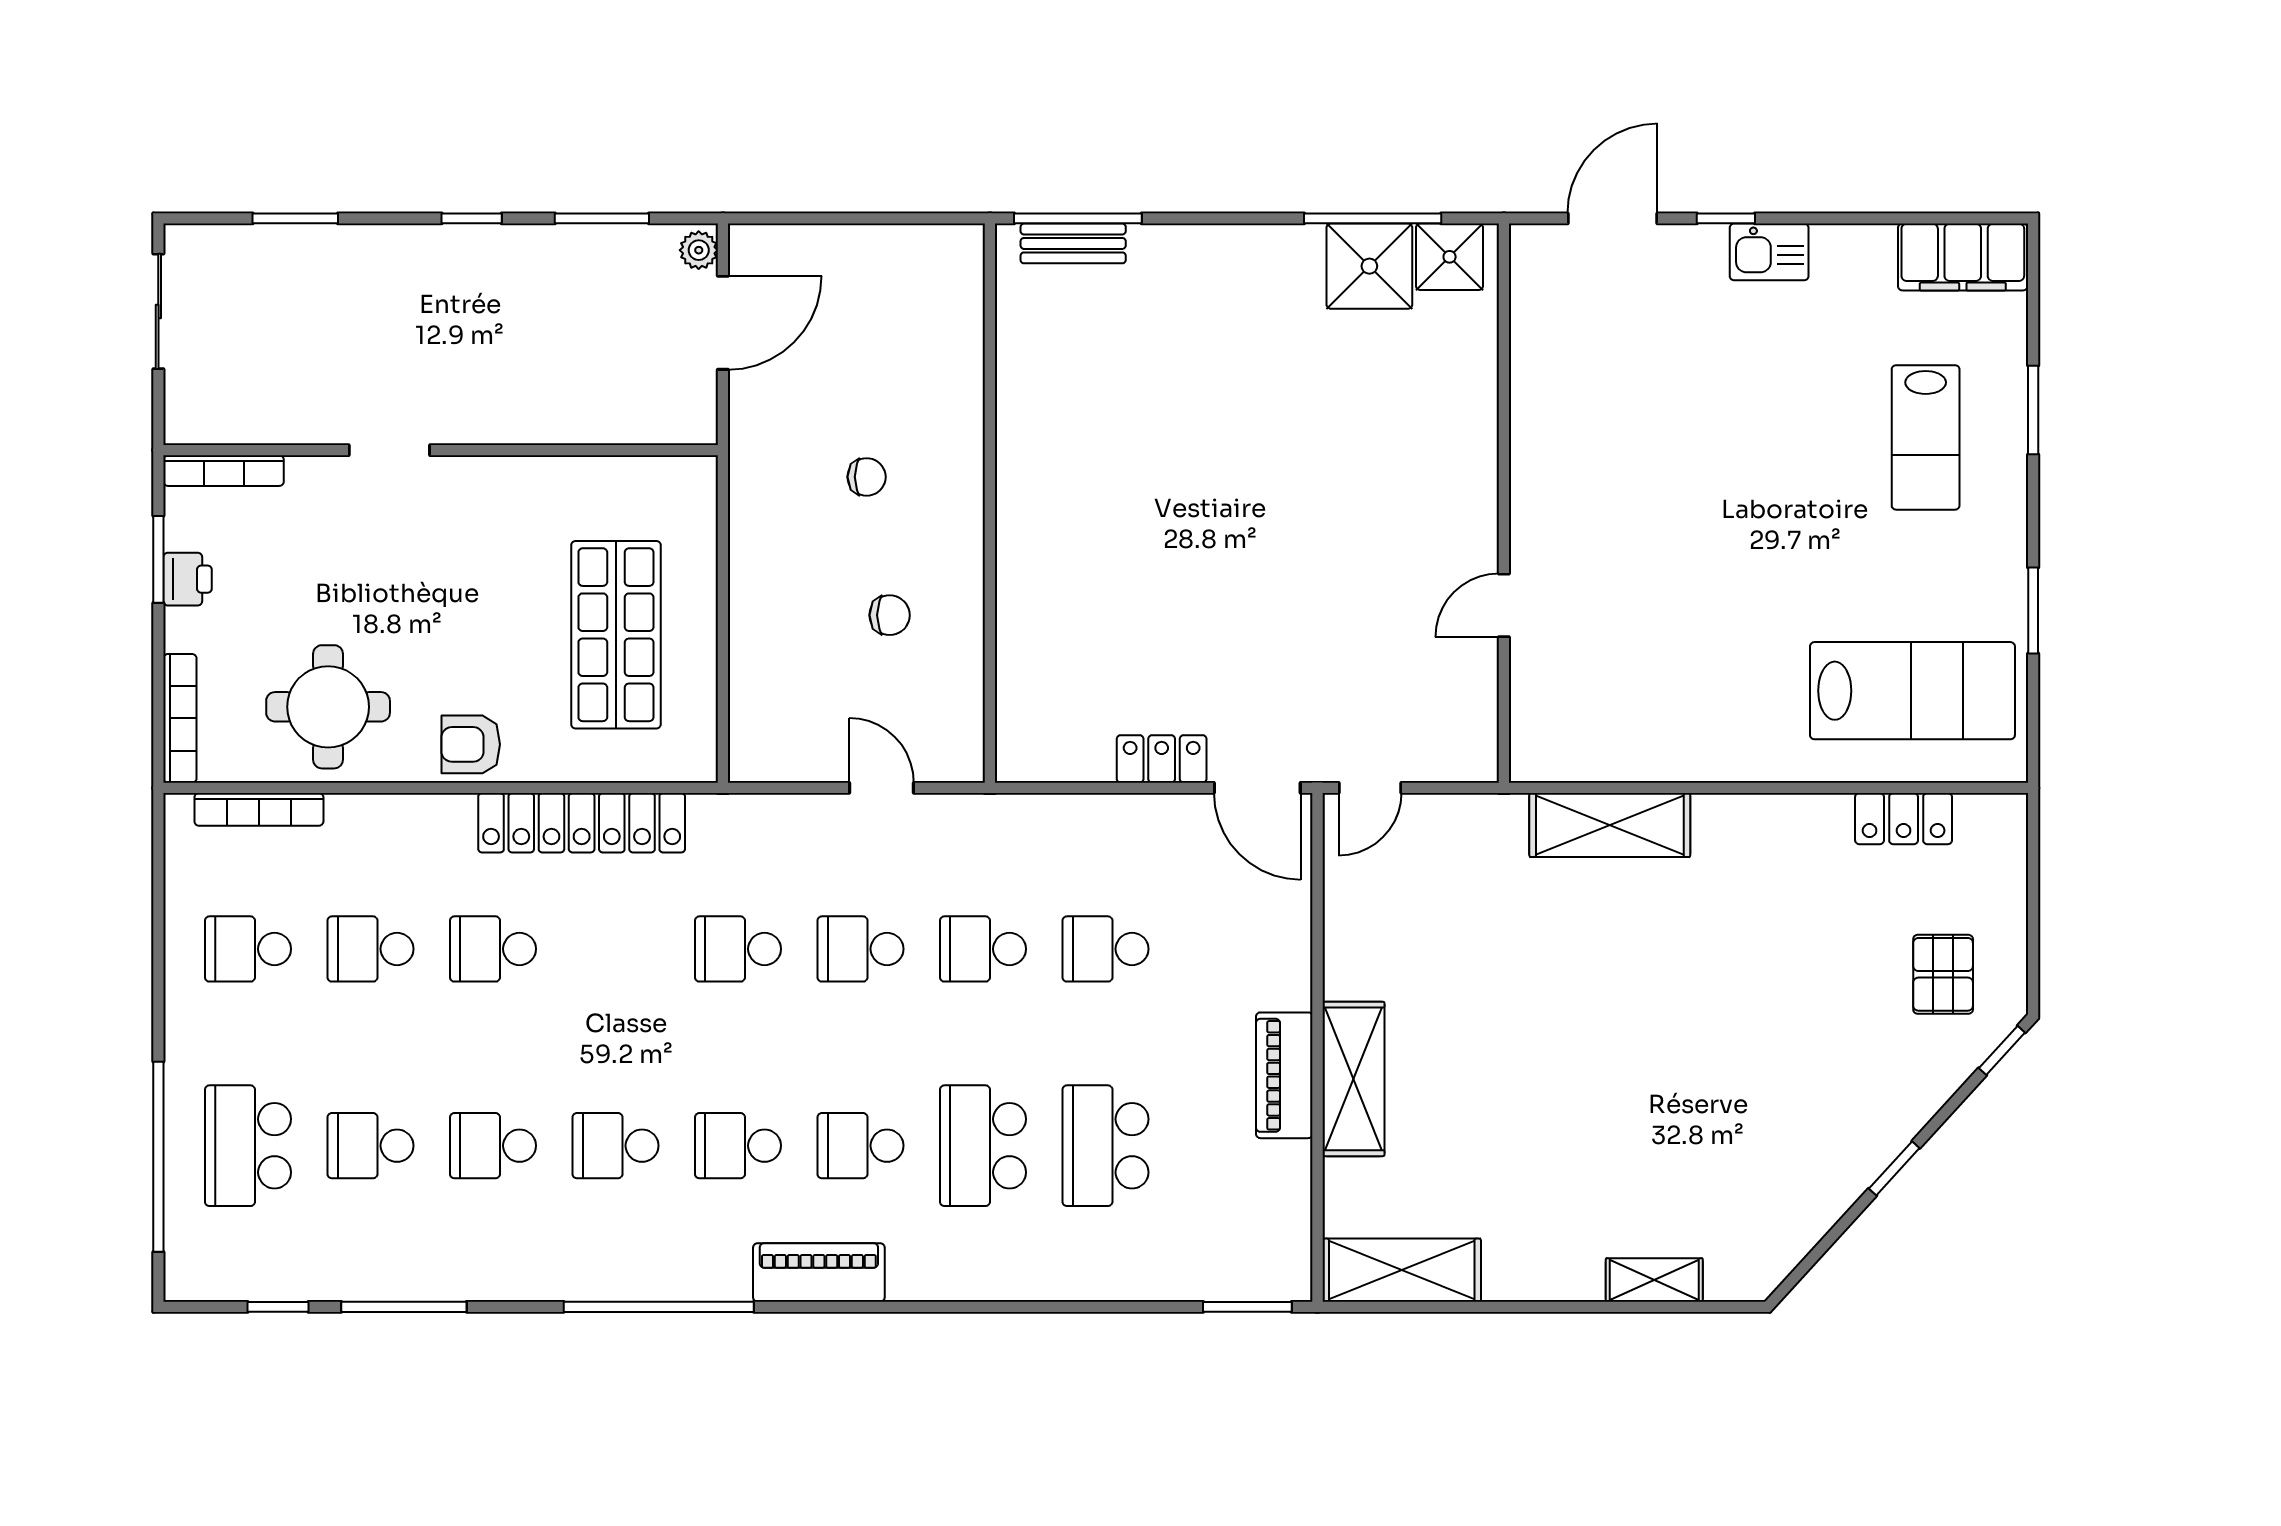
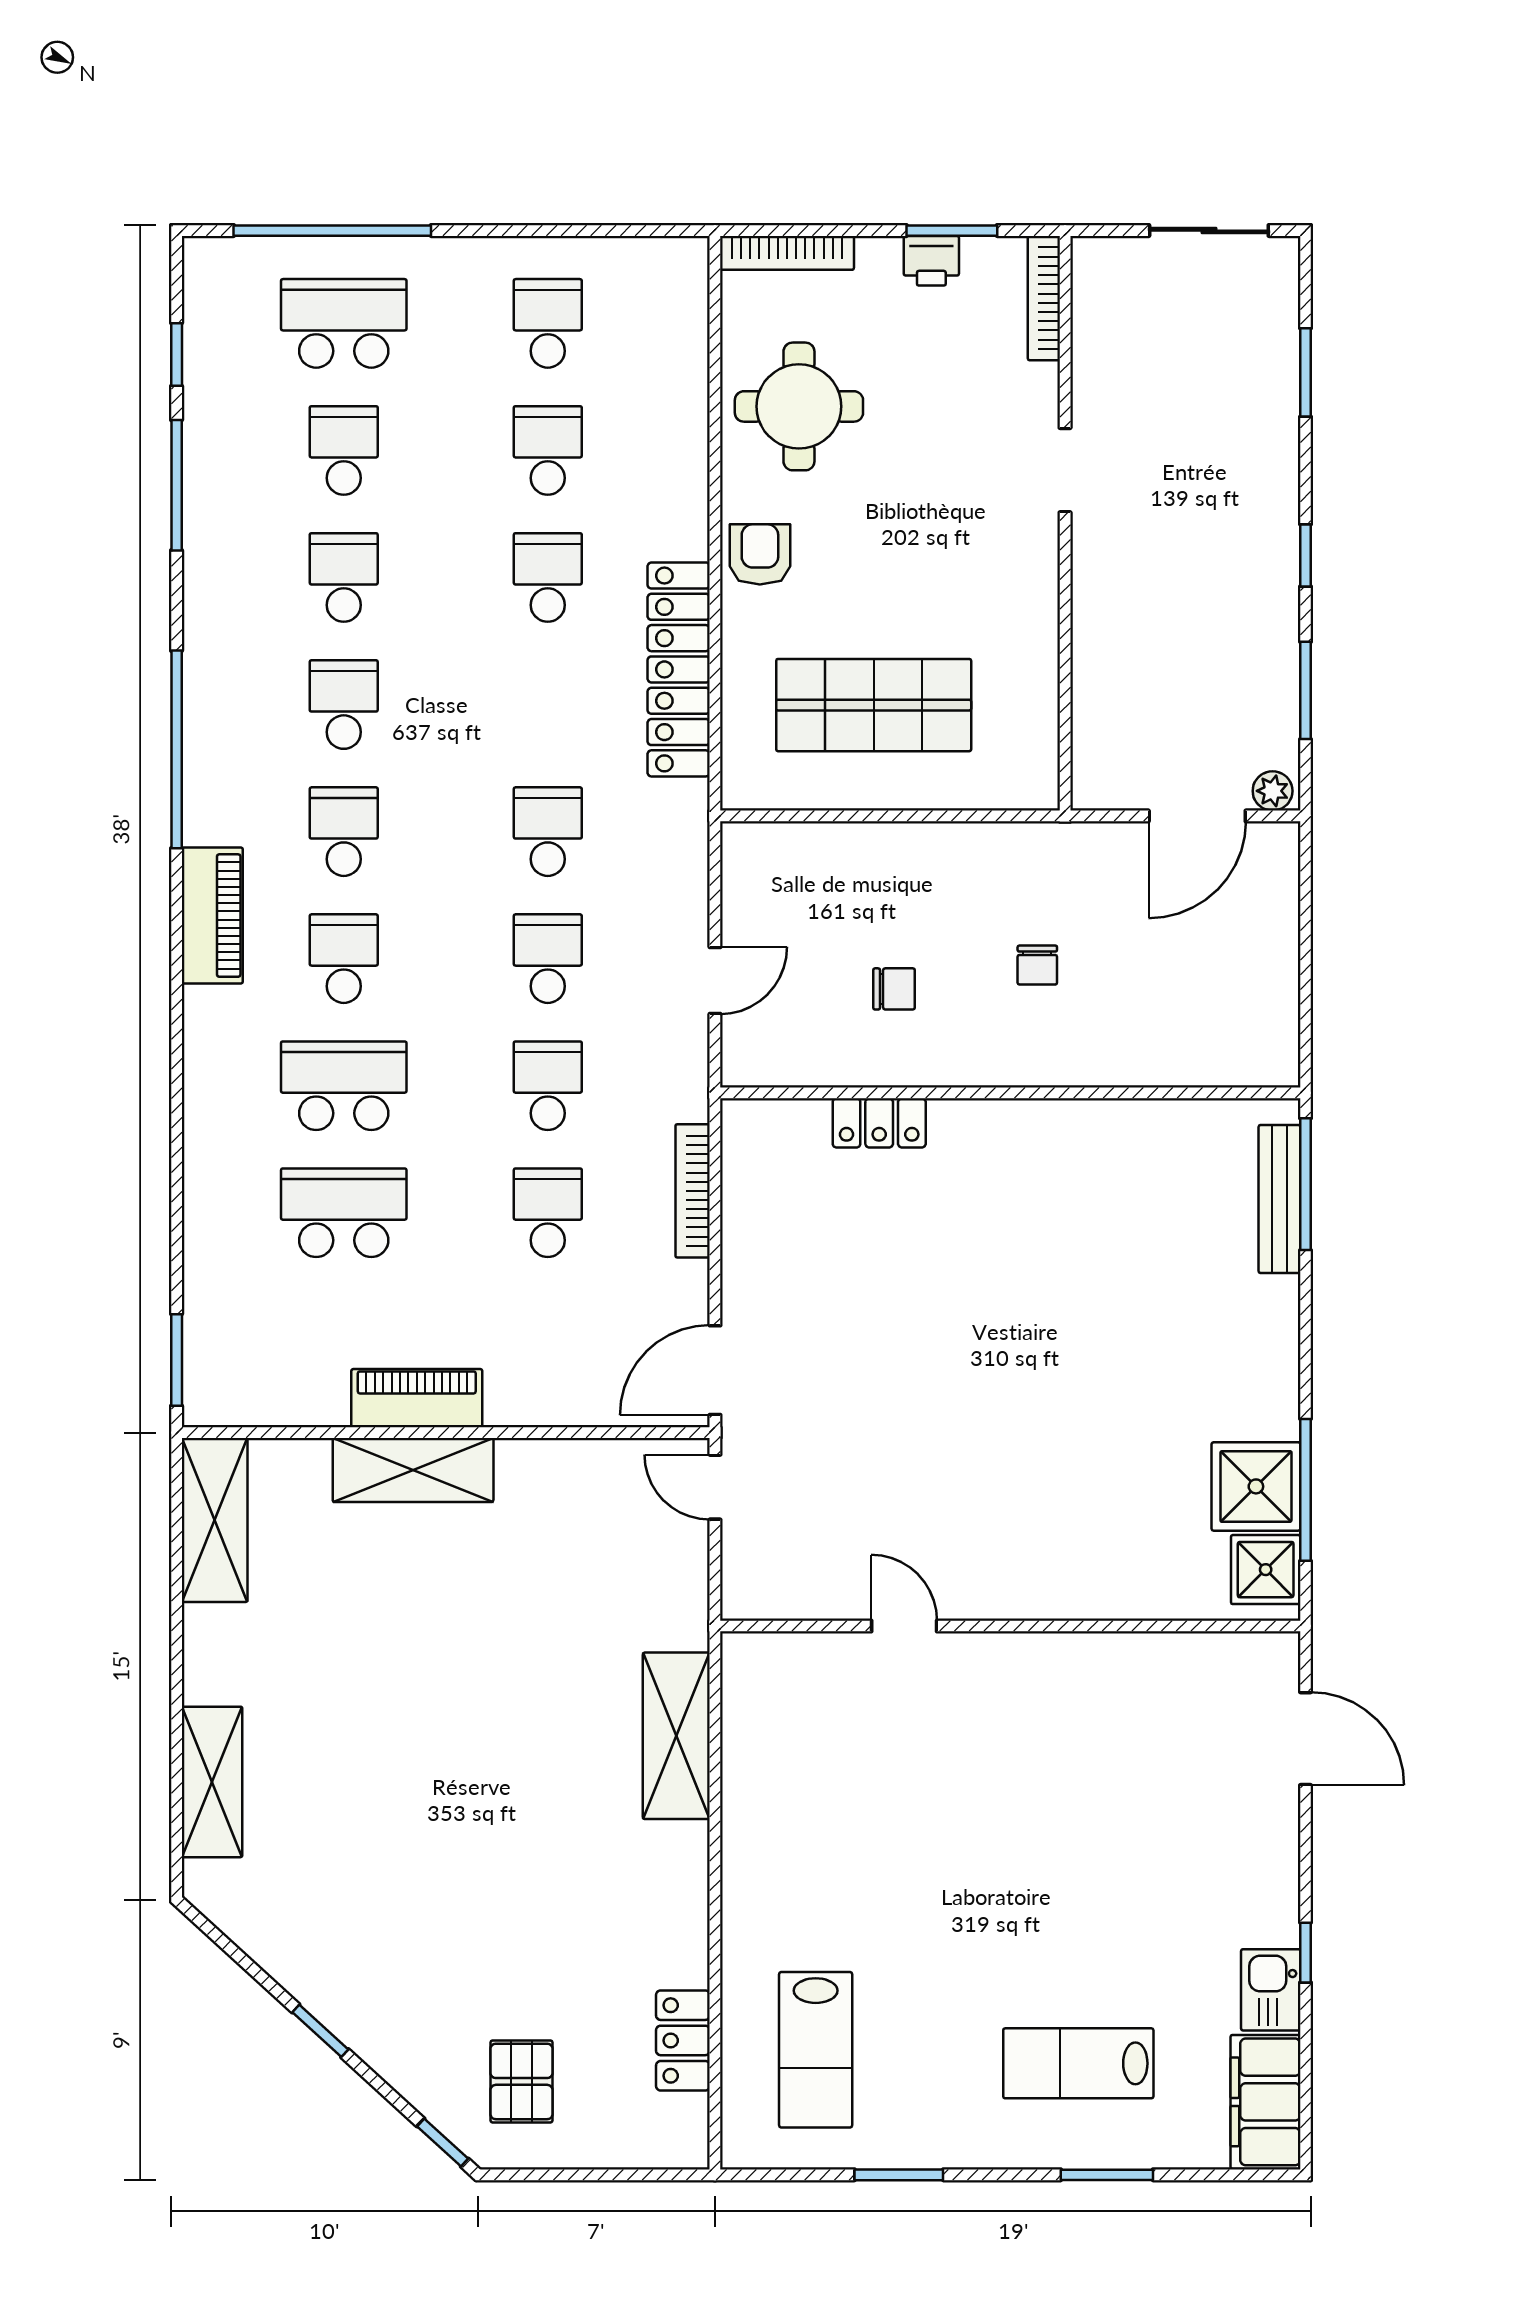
window: (1726, 218) -> (1305, 1953), moved
bench: (1073, 243) -> (1280, 1199), width x1.36
kitchen sink: (1769, 252) -> (1271, 1990), moved
door: (723, 323) -> (1197, 816), hinge flipped
chair: (890, 615) -> (894, 989), turned -90
lab bench: (1912, 691) -> (816, 2050), width x0.73, depth x0.72
locker: (1162, 759) -> (879, 1123), moved, turned 90
bookcase: (259, 809) -> (693, 1191), moved
pallet: (1943, 974) -> (522, 2081), turned 90
shelving: (1654, 1280) -> (212, 1782), width x1.50, depth x1.33

